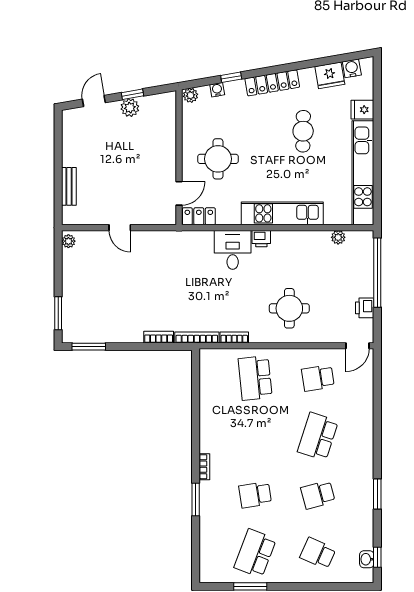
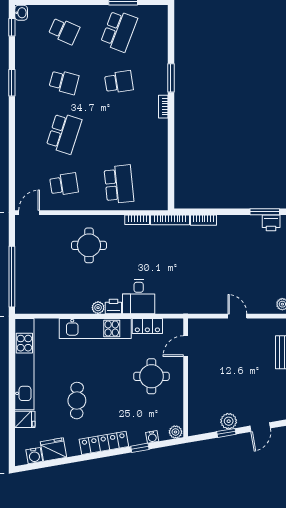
locker: (199, 216) -> (147, 326), moved
plant: (338, 237) -> (98, 308), moved
printer: (365, 308) -> (271, 223), moved, turned 90
school desk: (318, 495) -> (64, 82), turned 30
washbasin: (367, 559) -> (21, 13), moved

